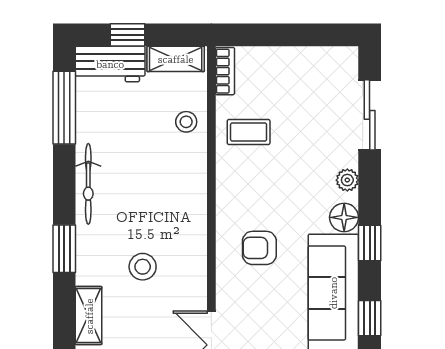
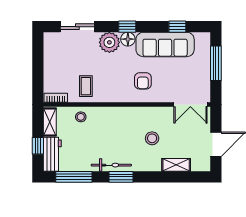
plant: (347, 180) -> (109, 42), width x1.87, depth x1.87
window: (370, 243) -> (127, 27), moved
window: (64, 249) -> (121, 177), moved

